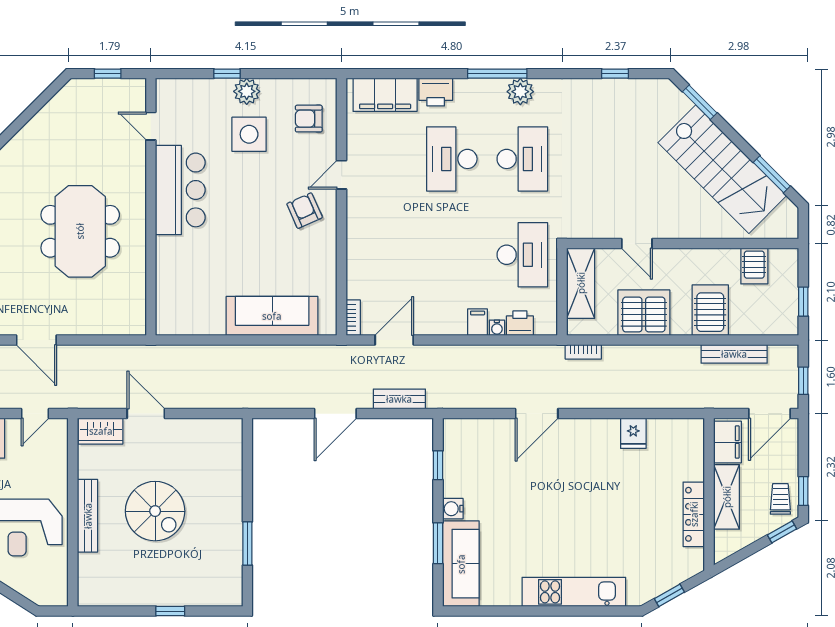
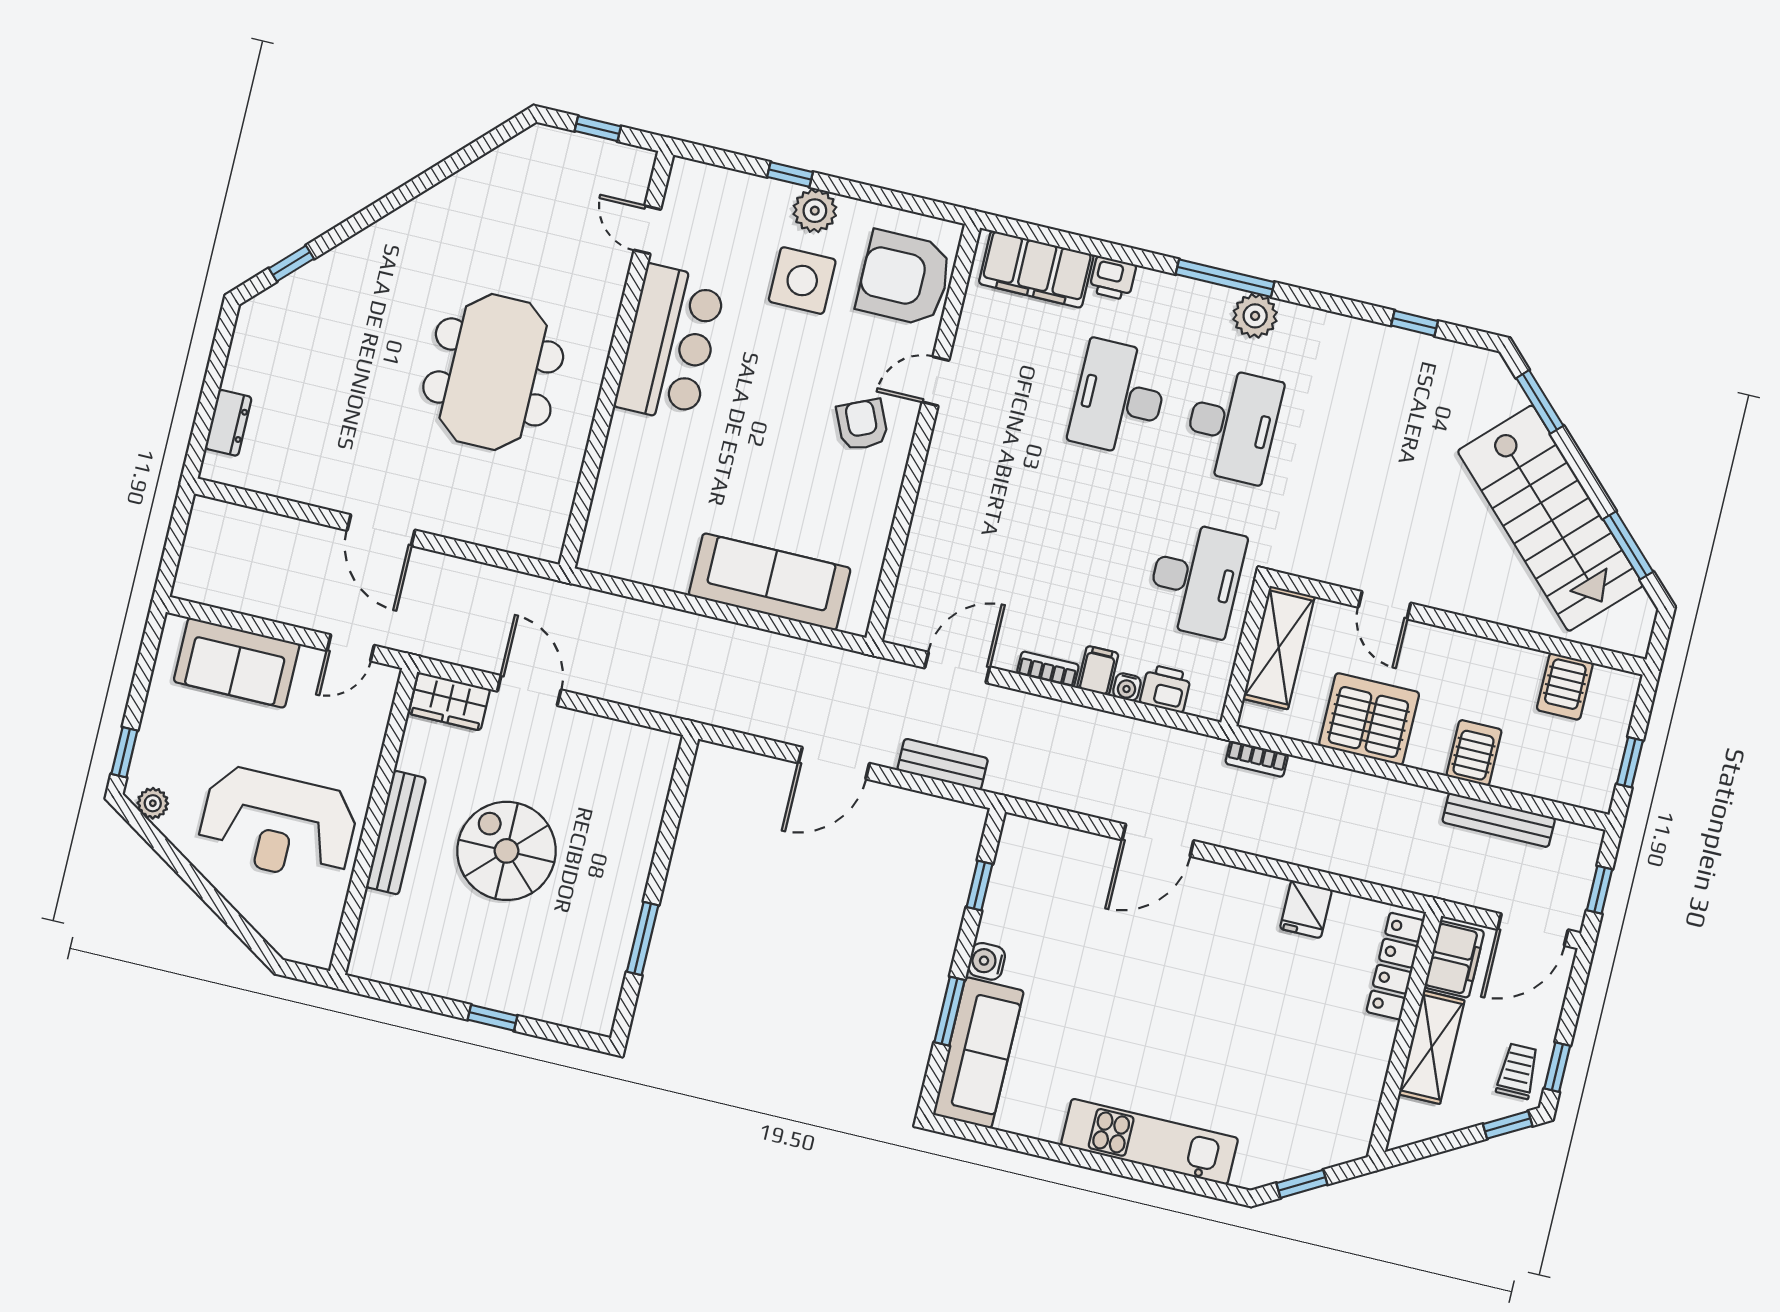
printer: (436, 92) -> (1113, 278), width x0.73, depth x0.81
armchair: (309, 119) -> (904, 278), width x1.88, depth x1.88
server rack: (710, 310) -> (1474, 753), width x0.73, depth x0.70
bookcase: (353, 318) -> (1048, 669), moved, turned -90
spiral stairs: (155, 511) -> (506, 851), turned 180
locker: (694, 514) -> (1395, 966), moved

